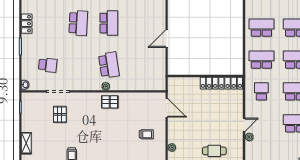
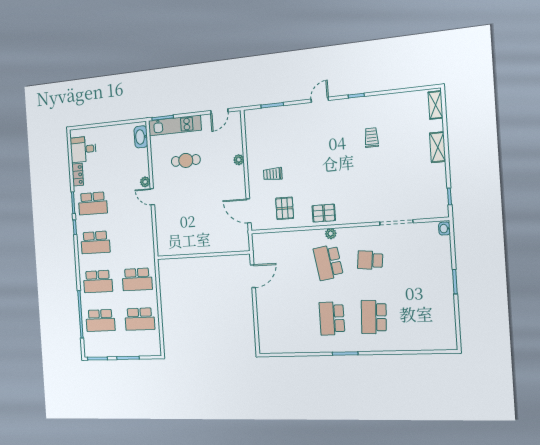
locker: (27, 24) -> (448, 314), removed
door: (167, 39) -> (253, 276), moved
school desk: (48, 65) -> (370, 260), moved
locker: (221, 83) -> (183, 247), removed
school desk: (261, 91) -> (135, 240), removed
pallet: (60, 114) -> (285, 208), moved
door: (244, 125) -> (152, 197), hinge flipped

